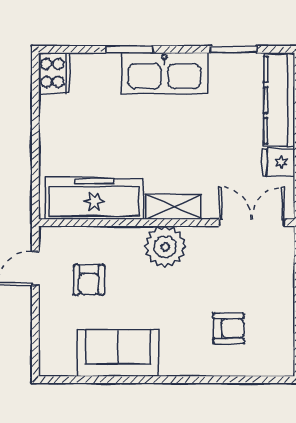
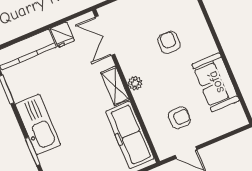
plant: (165, 247) -> (135, 83), width x0.53, depth x0.53
armchair: (229, 328) -> (169, 42), moved

